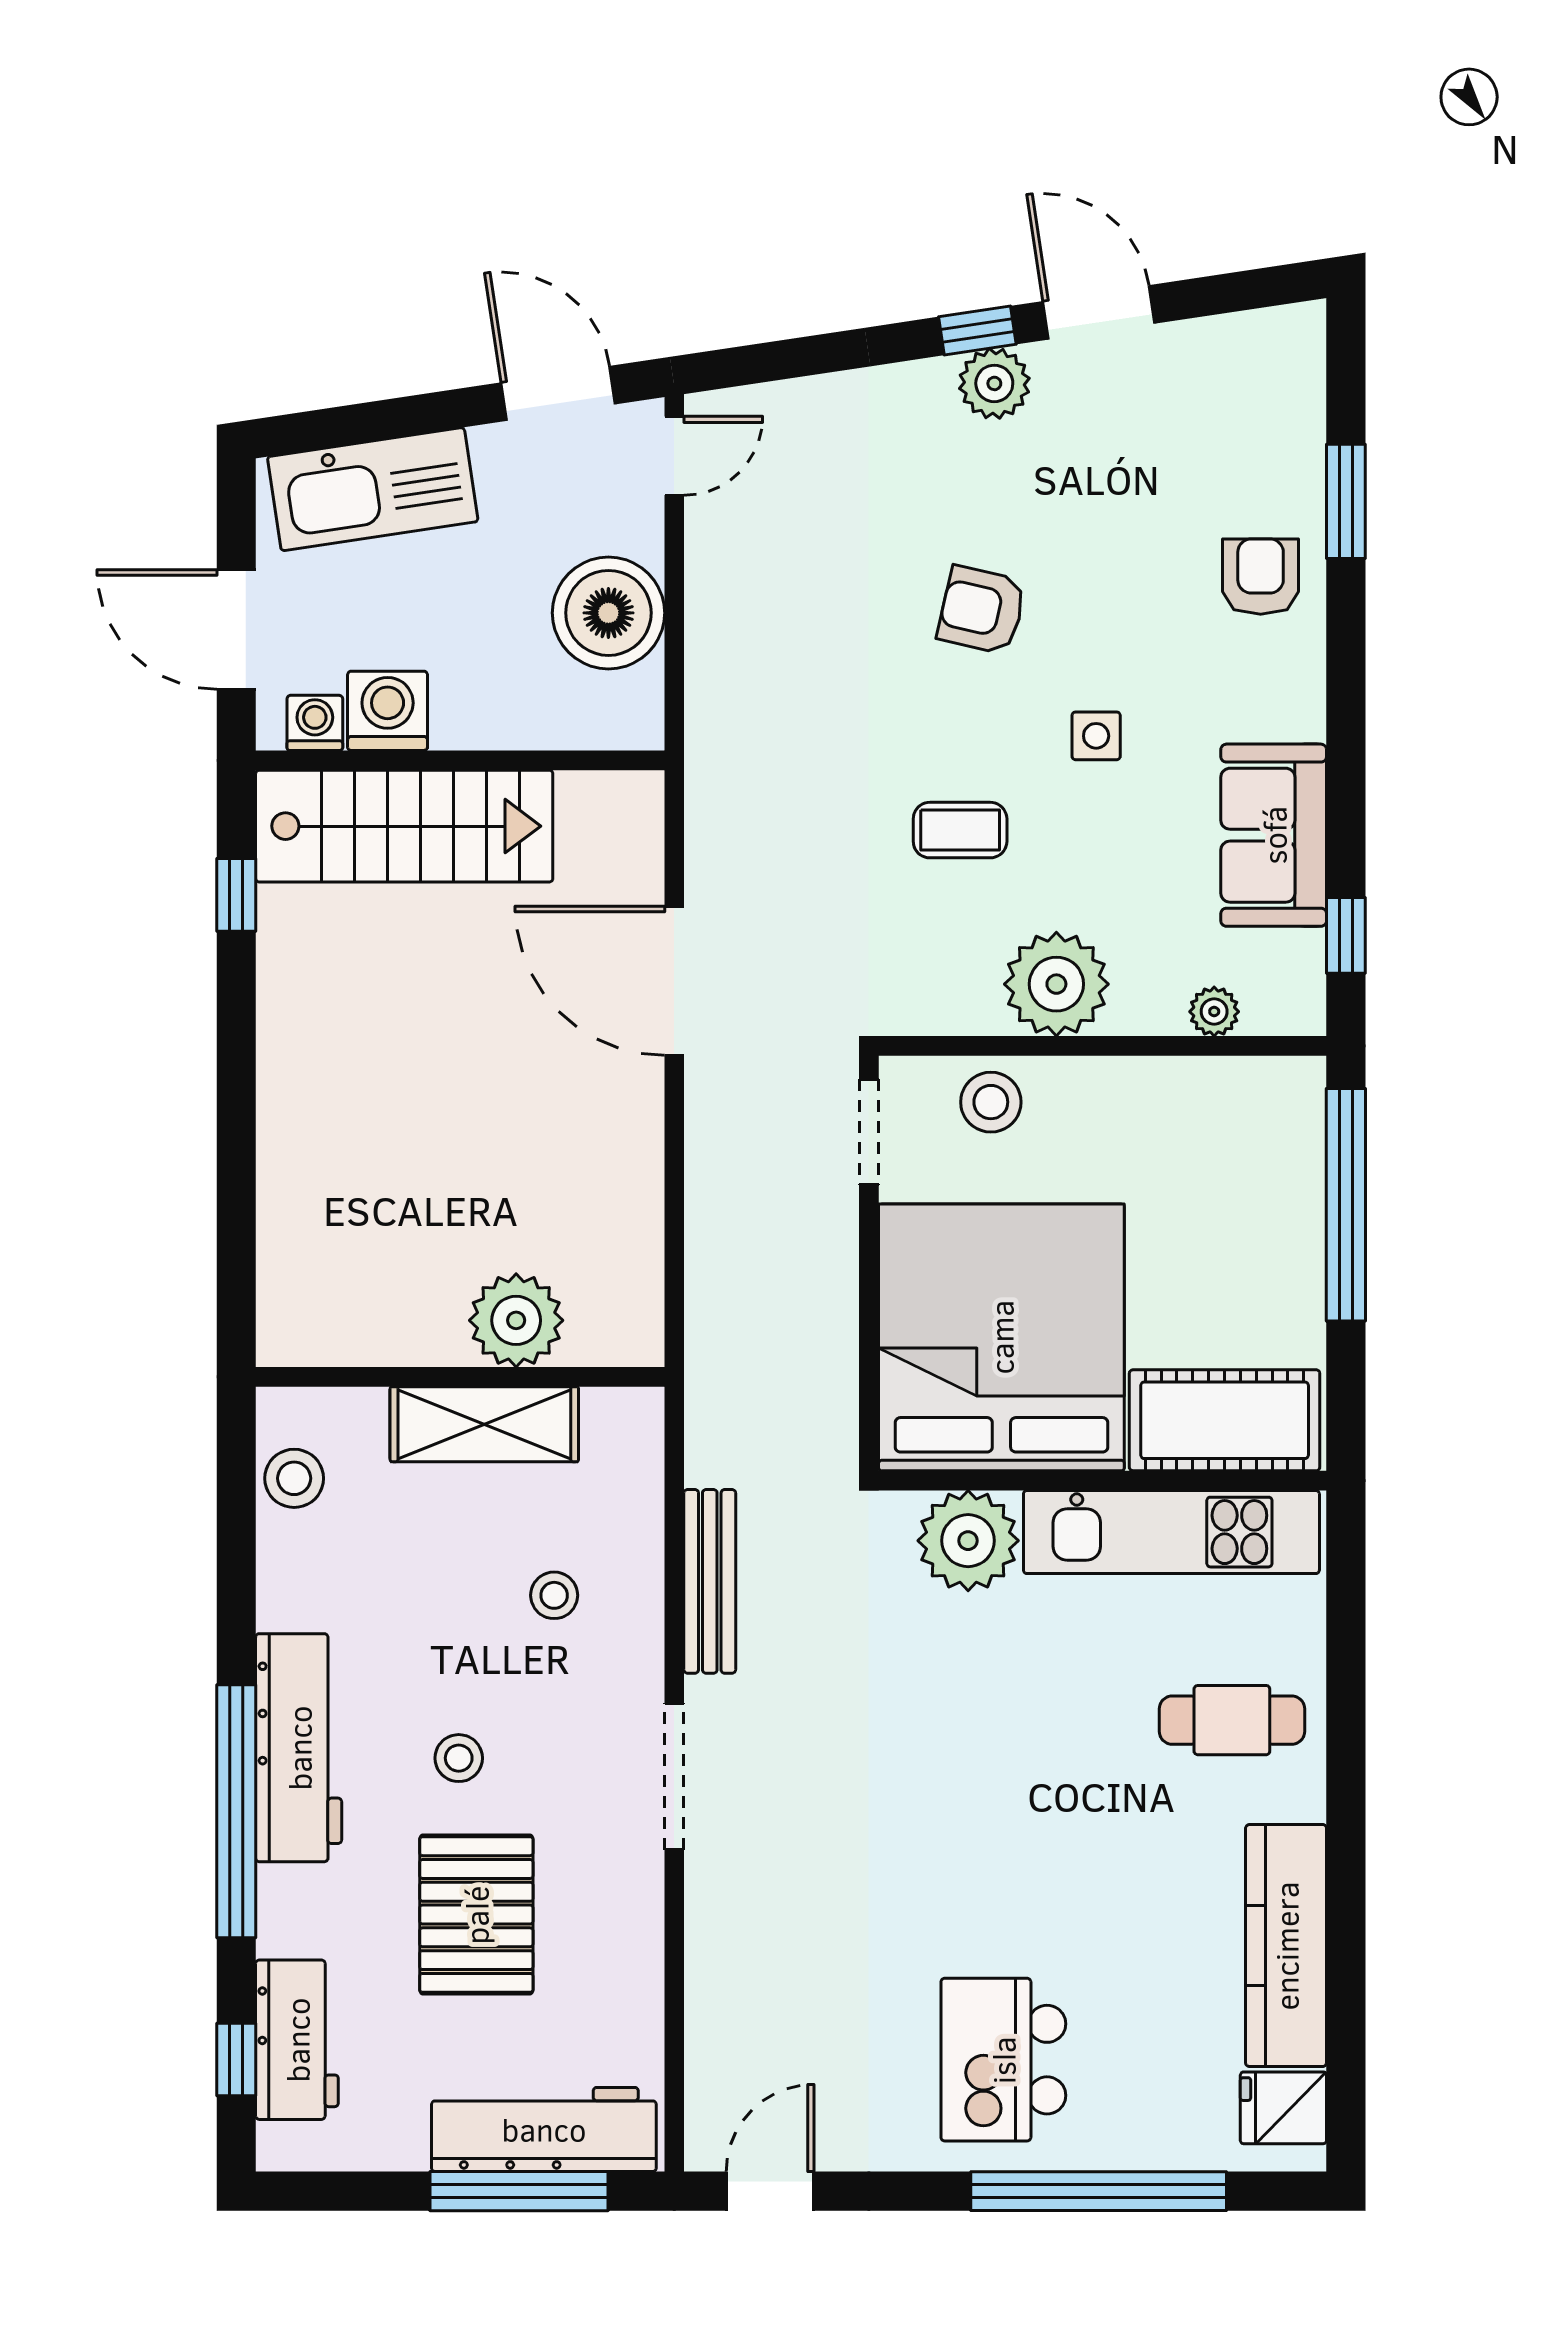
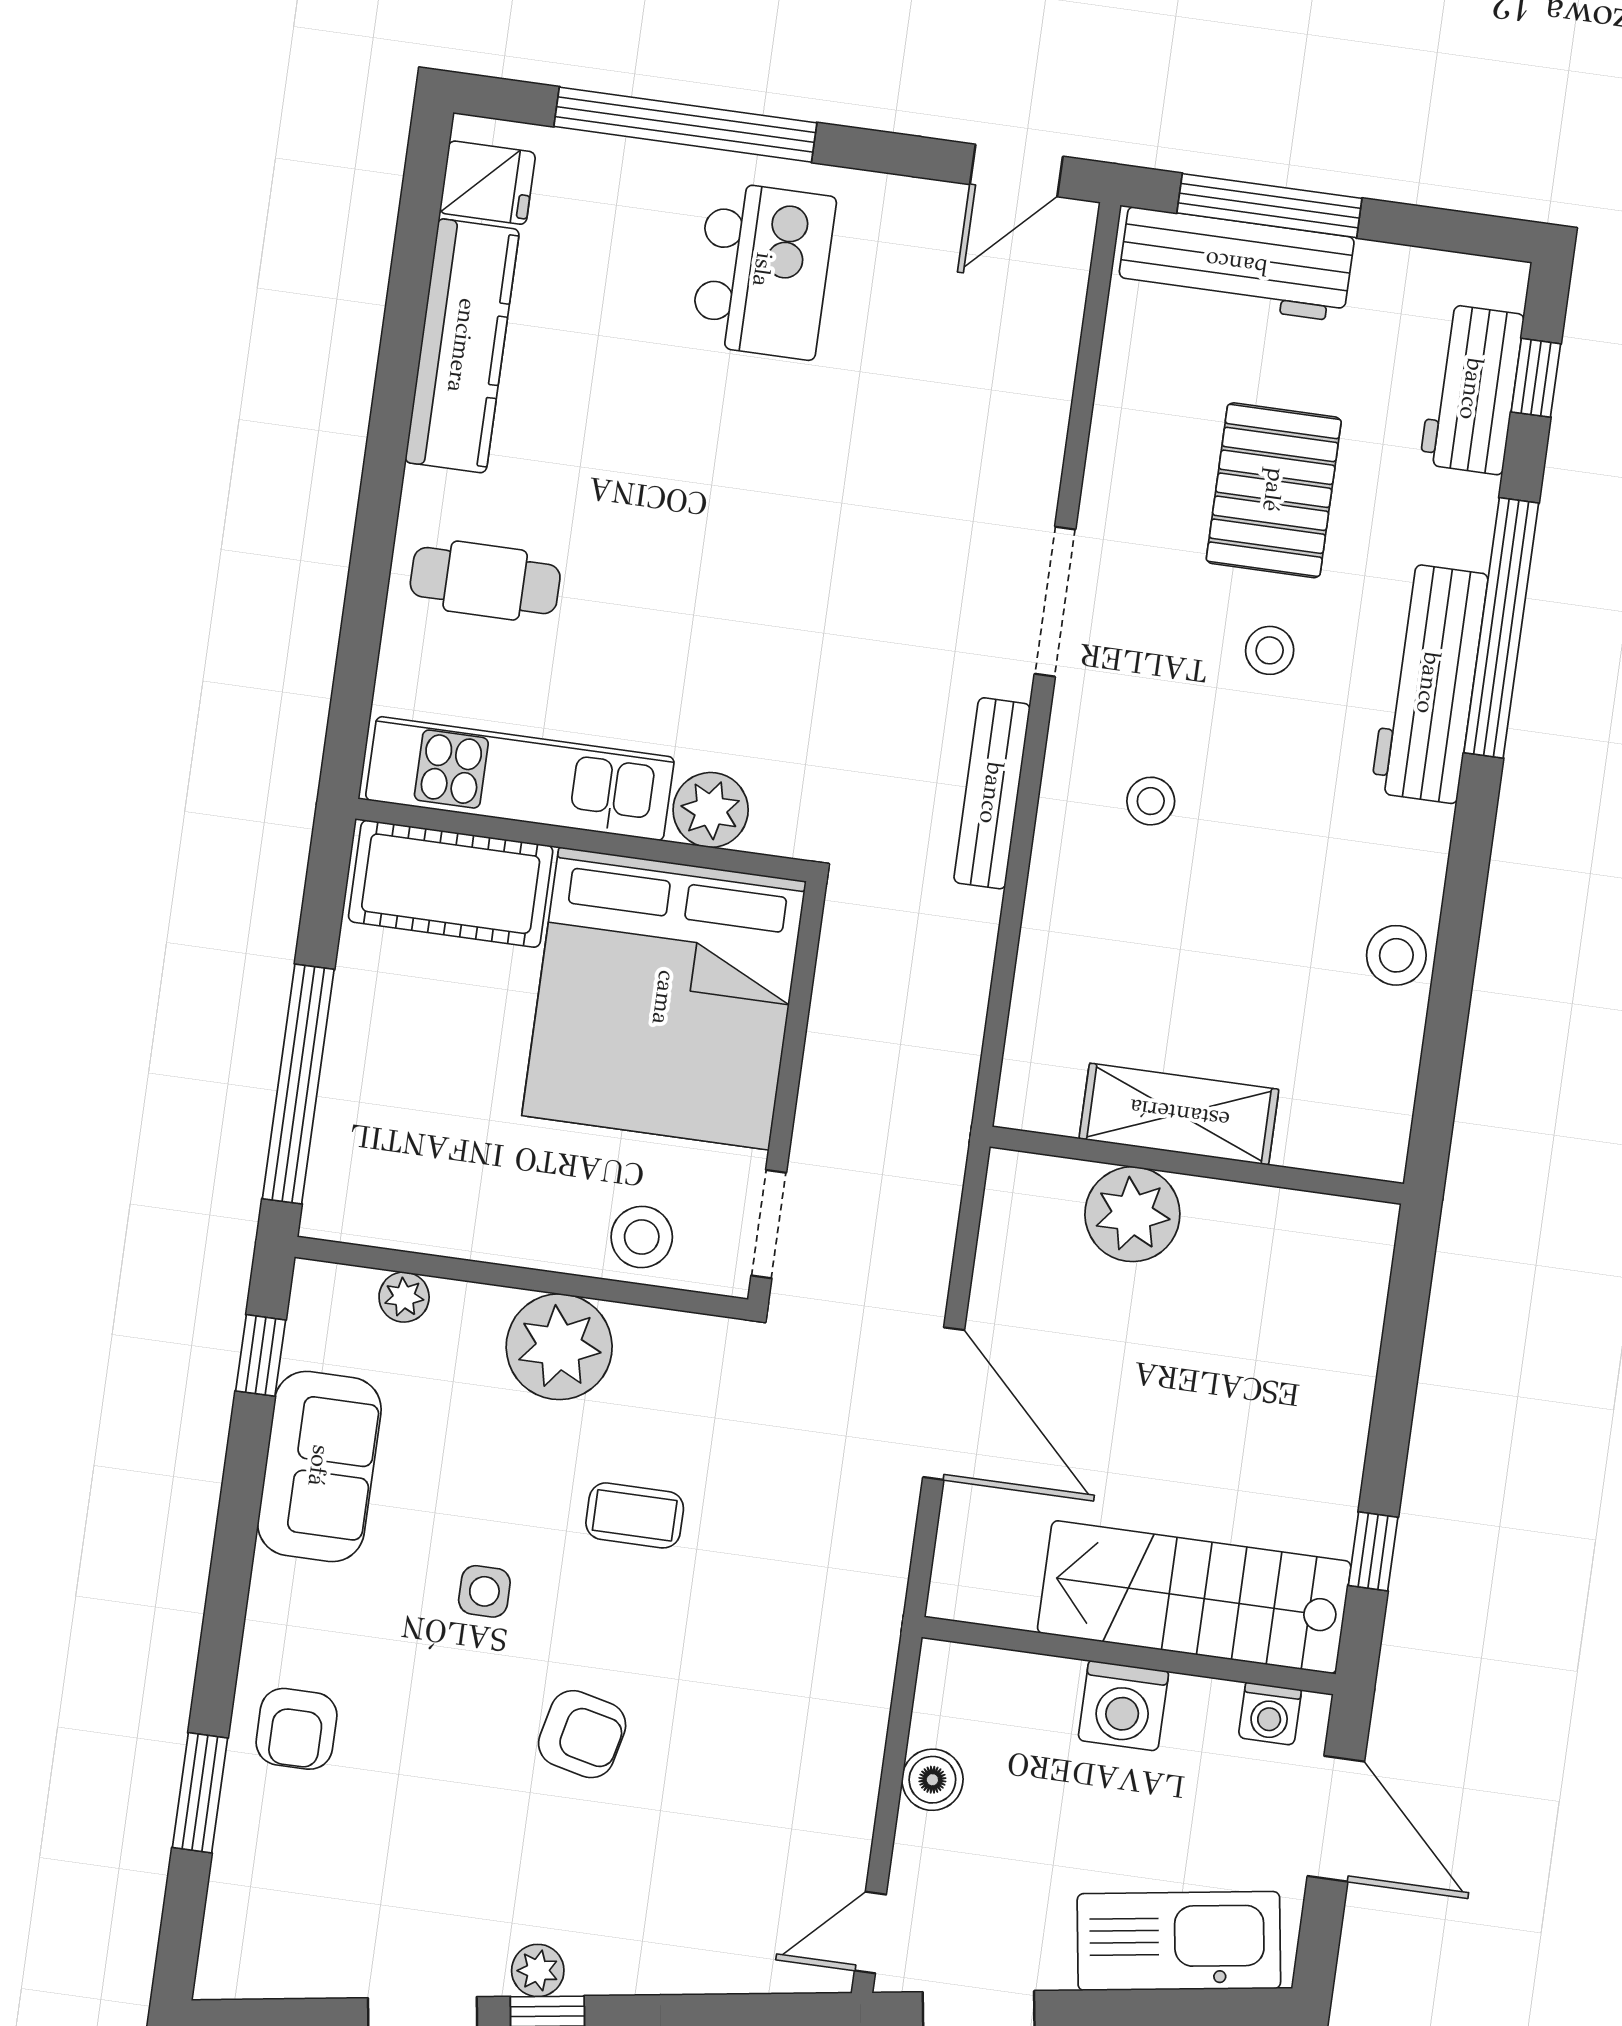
plant: (994, 383) -> (538, 1970), width x0.73, depth x0.73
boiler: (608, 613) -> (932, 1780), width x0.54, depth x0.54
washing machine: (388, 711) -> (1123, 1706), moved
plant: (516, 1320) -> (1132, 1214), moved
wall: (460, 1377) -> (1197, 1165), moved
shelving: (484, 1424) -> (1179, 1114), moved
plant: (968, 1541) -> (711, 810), width x0.73, depth x0.73

